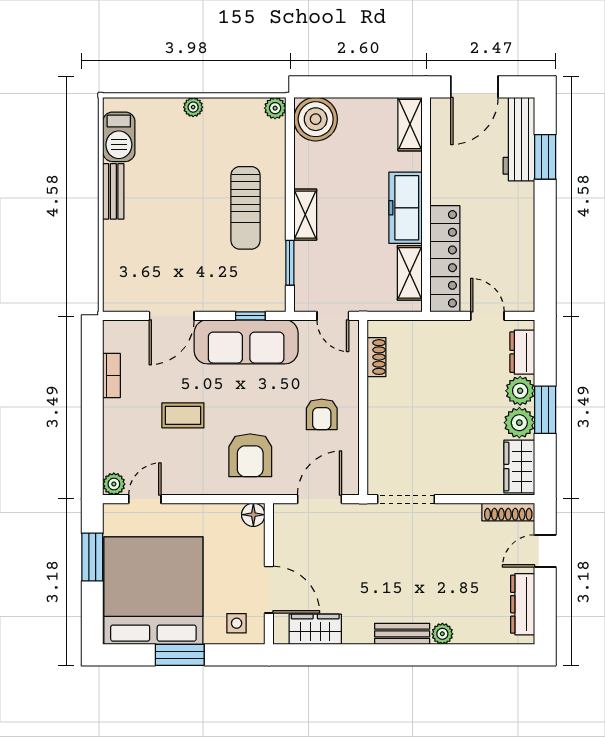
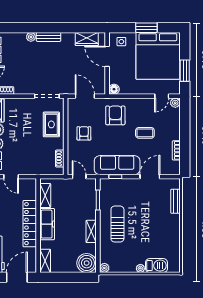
barbecue: (119, 137) -> (156, 266), moved, turned 90
bench: (113, 191) -> (176, 201), moved
shelving: (305, 215) -> (91, 231), moved
locker: (445, 259) -> (30, 224), moved
rug: (396, 435) -> (51, 124), added
door: (320, 499) -> (85, 96), swing flipped

